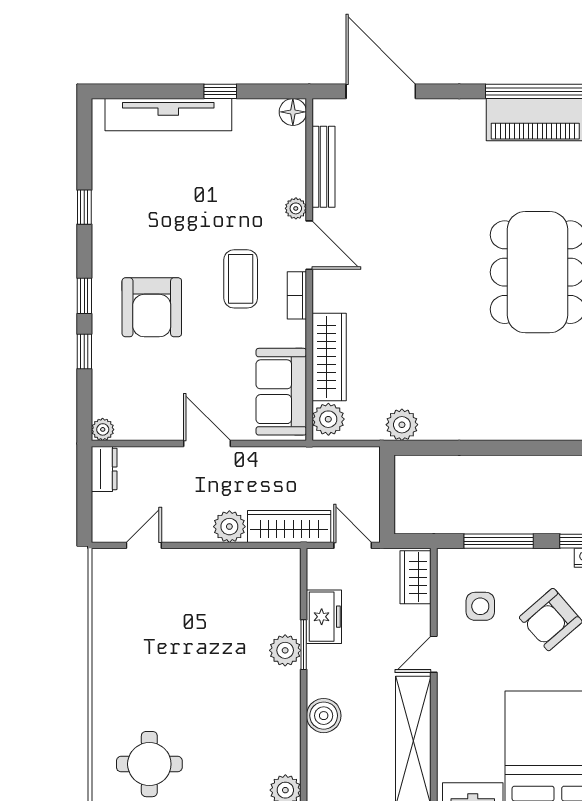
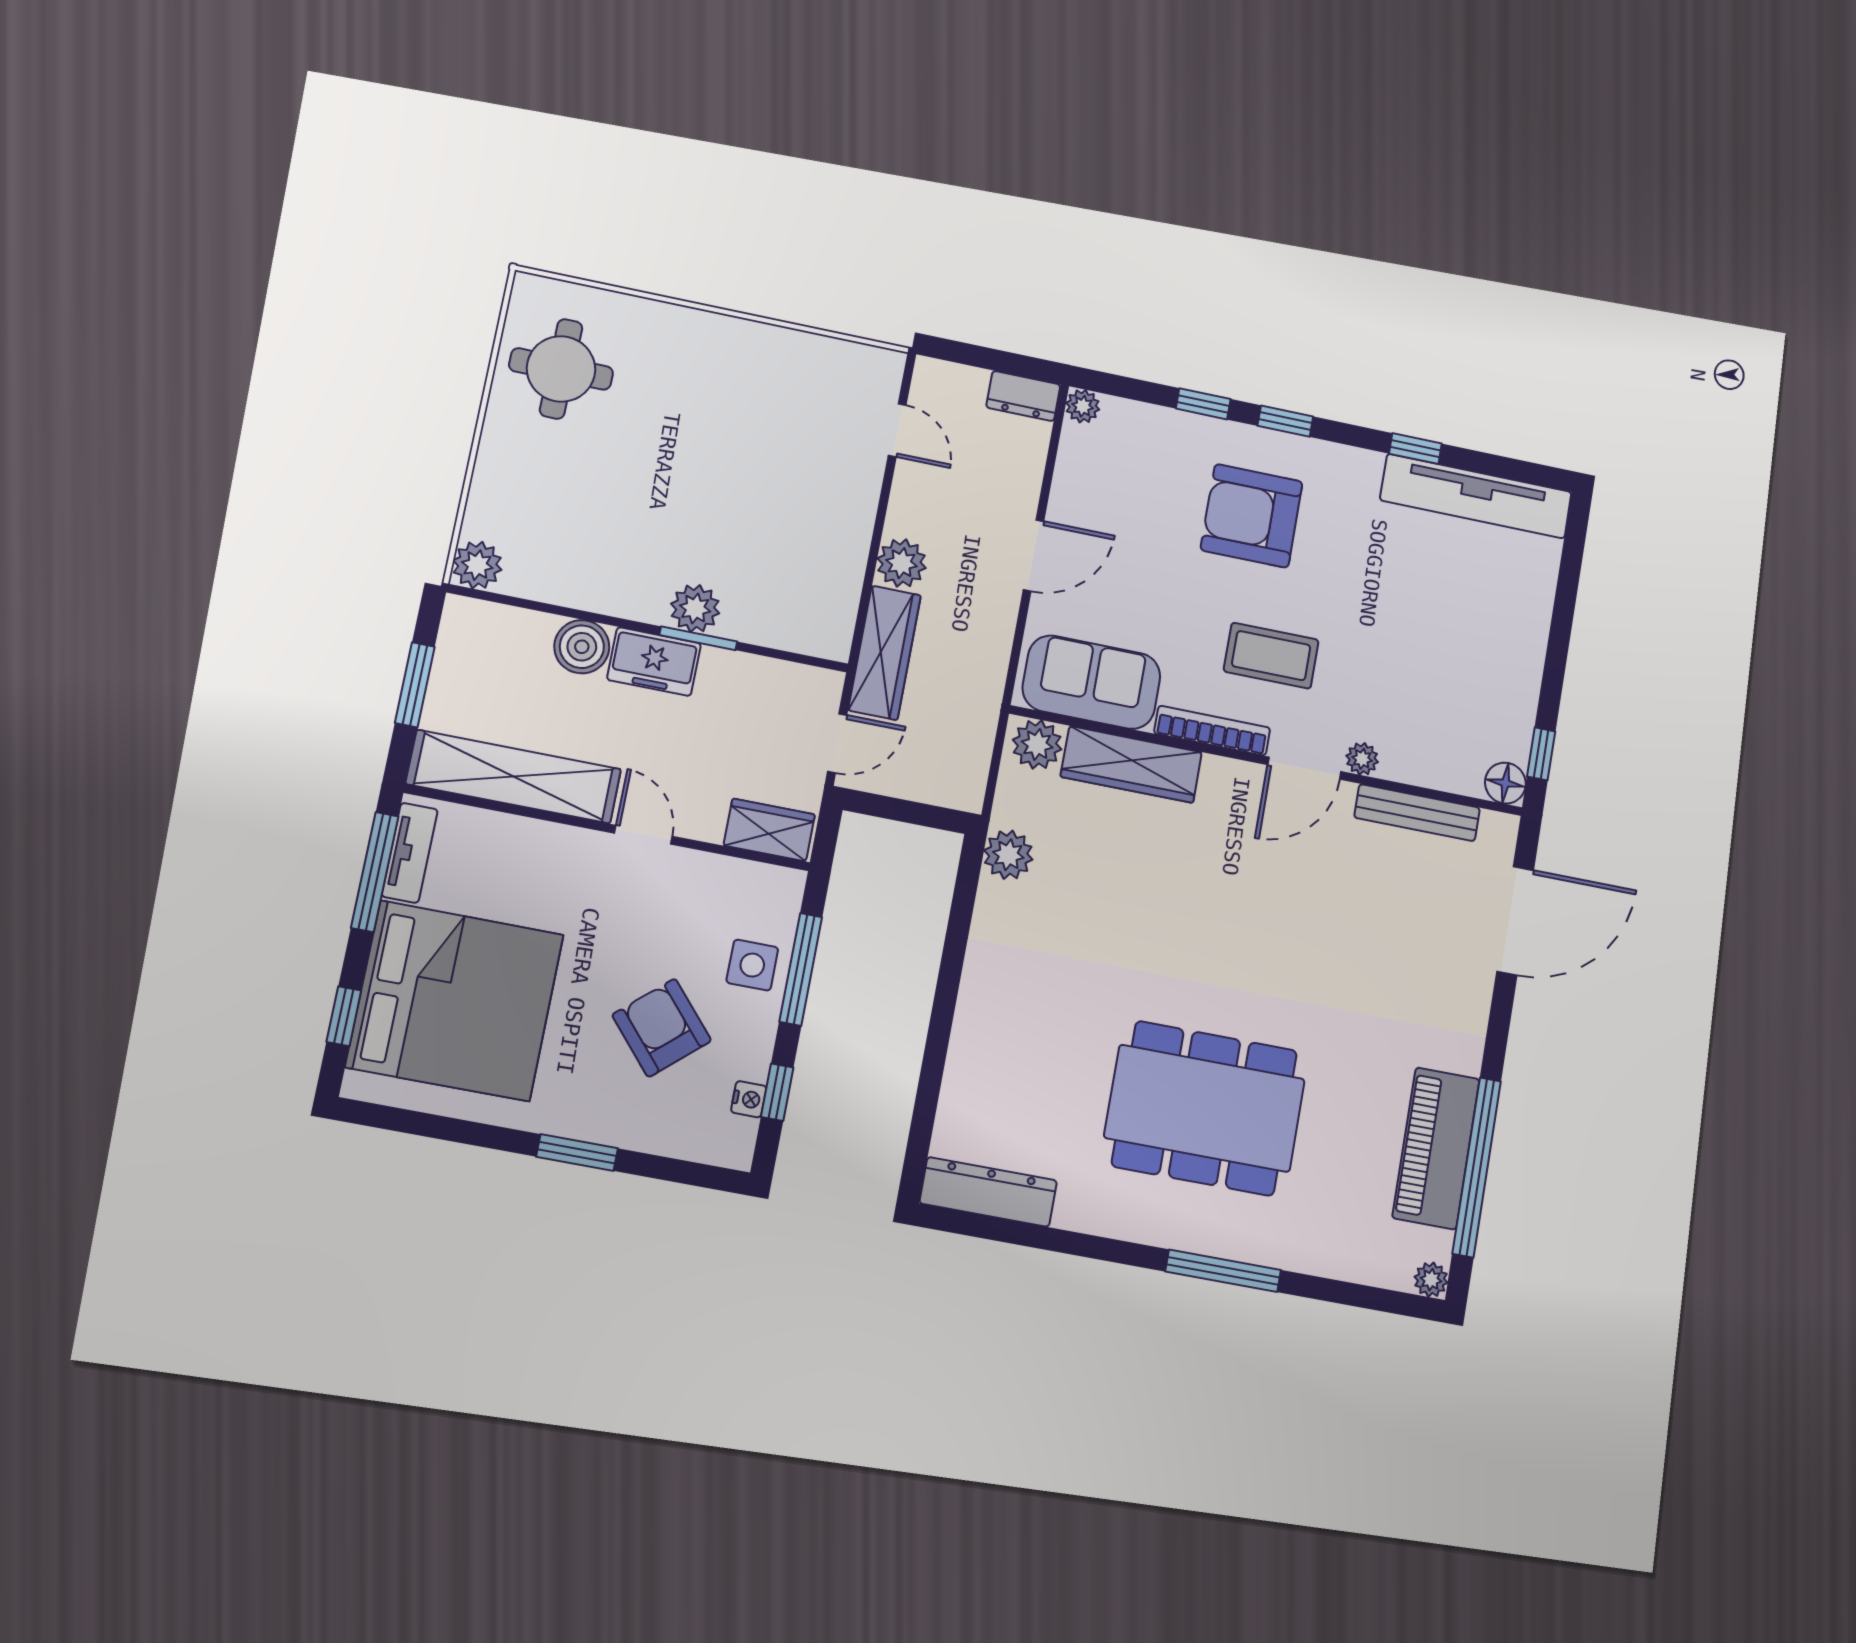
window: (220, 91) -> (1541, 754), moved
tv unit: (168, 115) -> (1476, 496), moved, turned -90
bookcase: (297, 295) -> (1212, 731), width x1.56
side table: (480, 606) -> (752, 965), moved
freezer: (324, 617) -> (654, 662), moved

